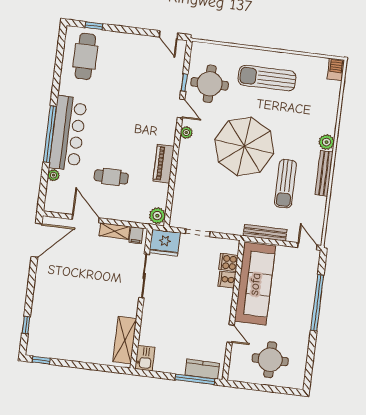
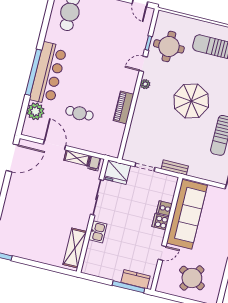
door: (181, 108) -> (143, 64), swing flipped
parasol: (244, 146) -> (191, 101), width x0.73, depth x0.73
plant: (53, 175) -> (35, 111), width x1.88, depth x1.88
plant: (157, 216) -> (113, 149), removed
bench: (265, 233) -> (175, 167), moved, width x0.73
cooker: (228, 262) -> (160, 222), moved
door: (231, 334) -> (162, 253), hinge flipped
kitchen sink: (145, 358) -> (98, 232), moved
round table: (270, 360) -> (192, 278), turned 30

